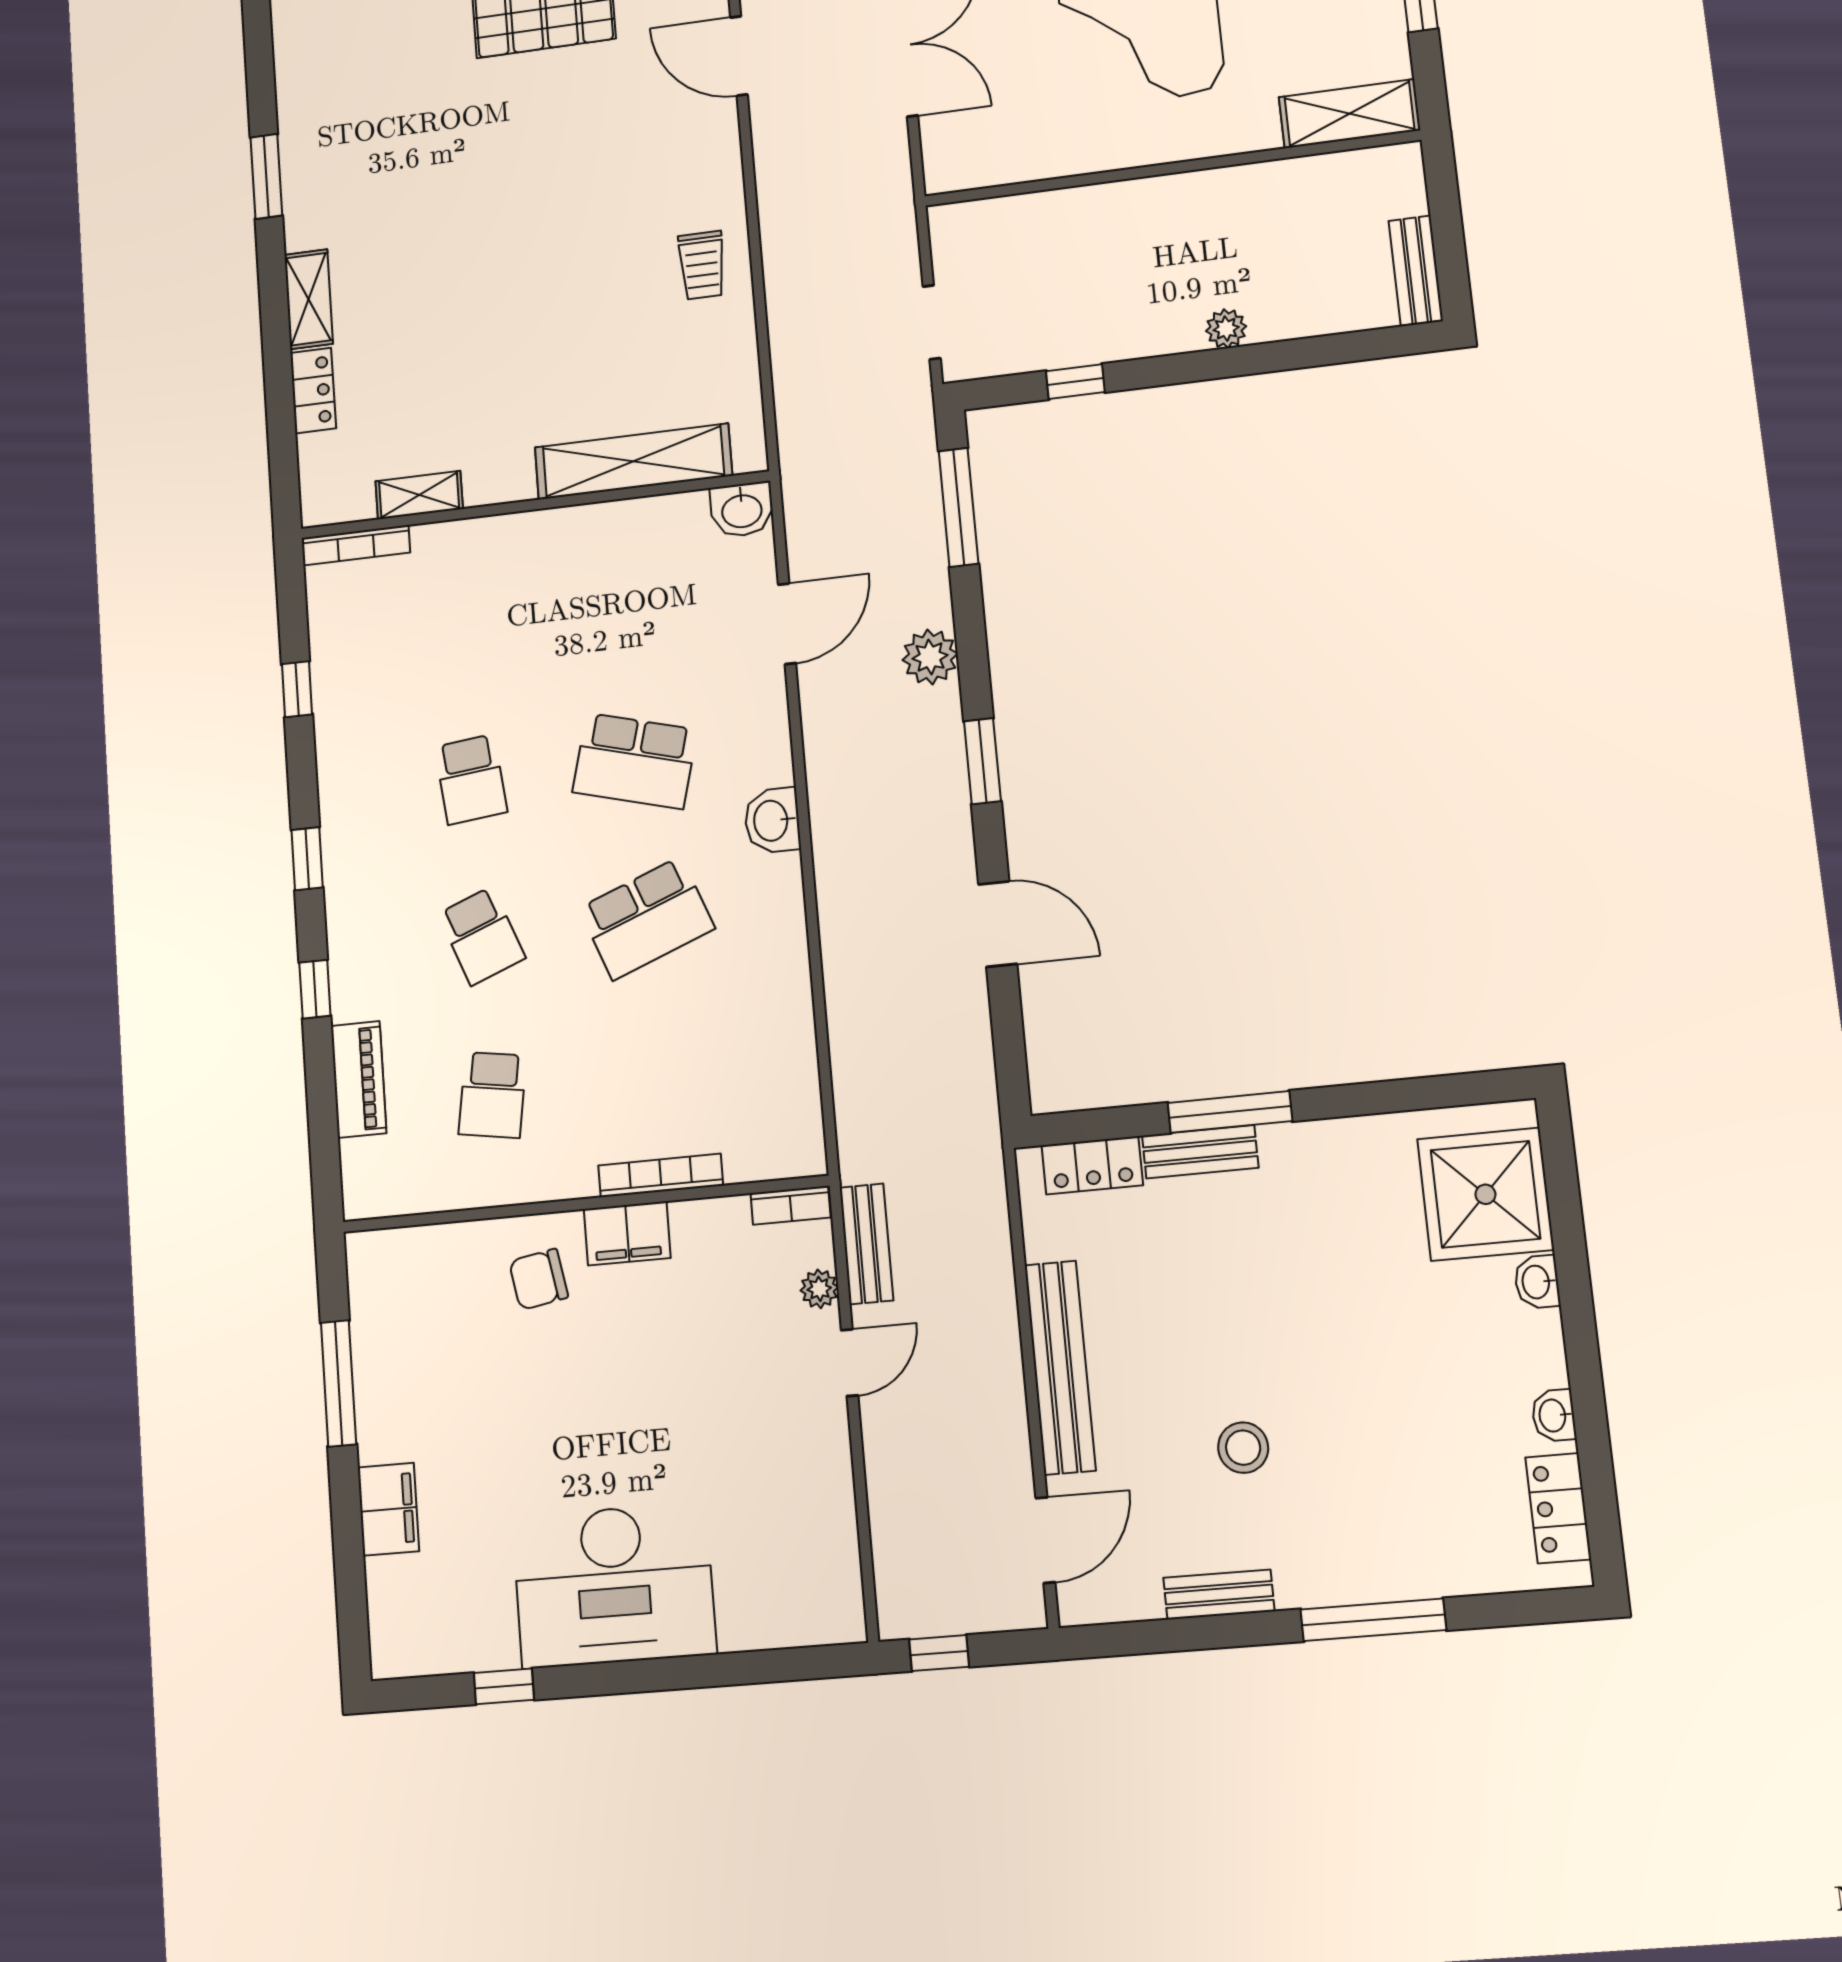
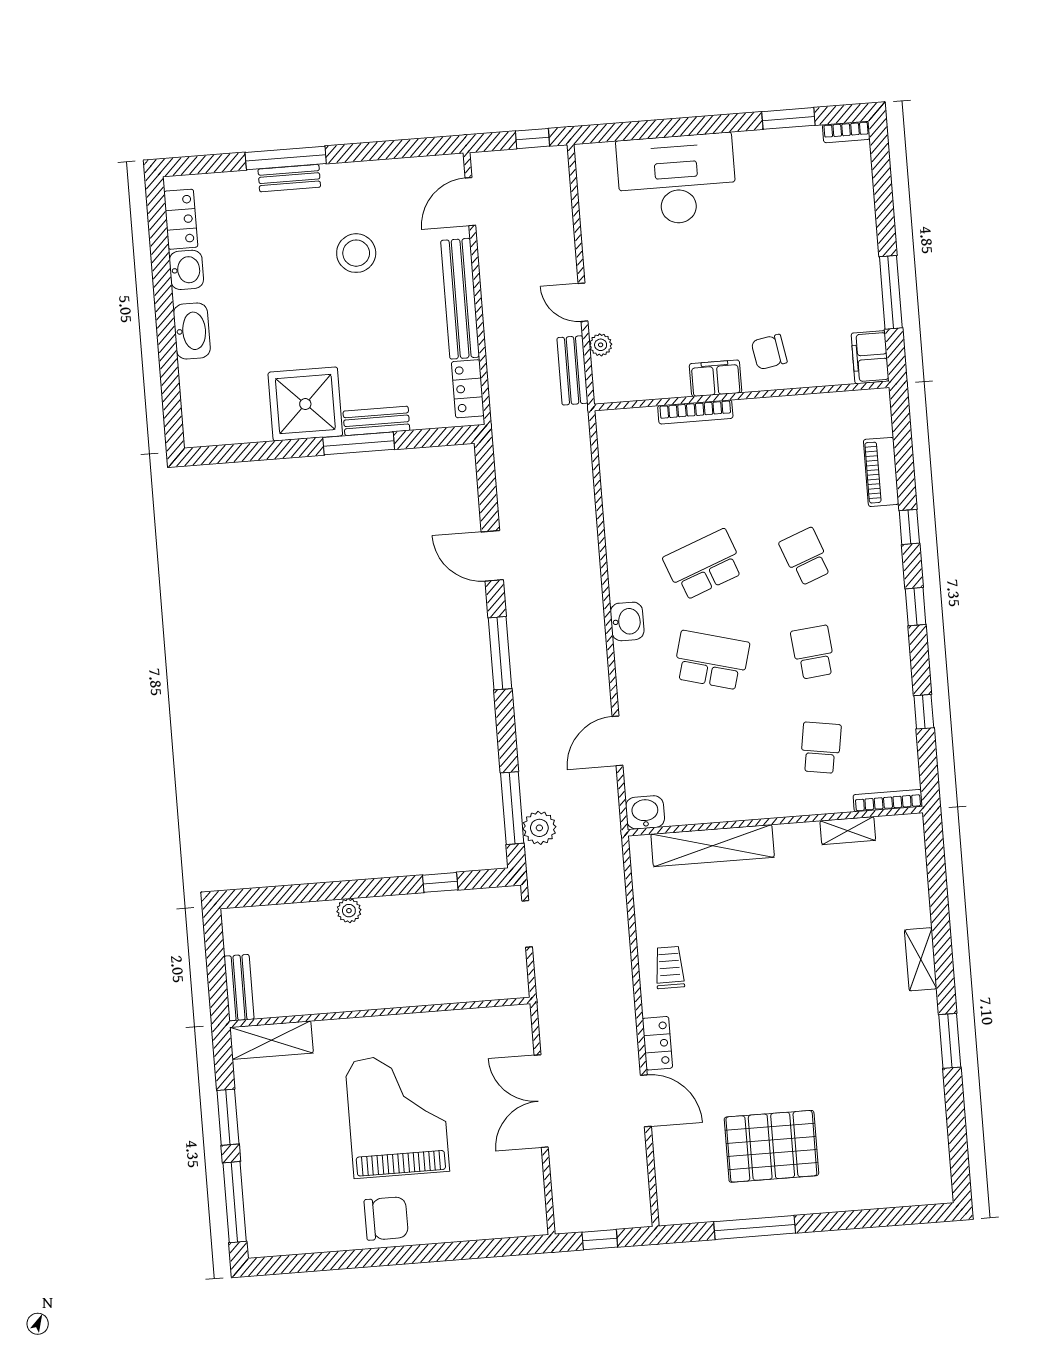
bench: (1416, 271) -> (239, 988), moved
locker: (313, 391) -> (657, 1043), moved, turned 180
plant: (930, 657) -> (539, 828), moved
window: (982, 761) -> (500, 653), width x1.44
school desk: (492, 1095) -> (821, 748), moved
locker: (1092, 1165) -> (468, 389), moved, turned -90
shower: (1485, 1194) -> (305, 404), moved
bookcase: (790, 1205) -> (846, 132), moved, turned 180
chair: (539, 1279) -> (769, 352), turned 180
washbasin: (1537, 1282) -> (192, 331), width x1.91, depth x1.45
door: (850, 1363) -> (583, 302), hinge flipped
washbasin: (1554, 1415) -> (186, 270), width x1.38, depth x1.45
stool: (1243, 1448) -> (356, 253), width x1.38, depth x1.38
filing cabinet: (388, 1509) -> (870, 357), moved
desk: (614, 1585) -> (677, 180), moved
bench: (1219, 1594) -> (289, 178), moved
window: (504, 1686) -> (788, 118), width x1.50

